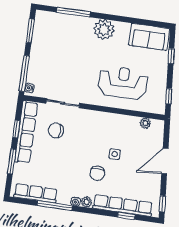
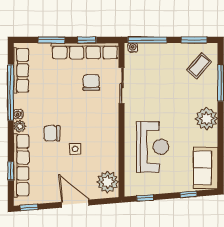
coffee table: (55, 29) -> (199, 66), added
plant: (145, 123) -> (108, 182), width x1.88, depth x1.88
window: (55, 206) -> (11, 93), width x1.46

